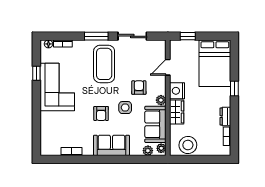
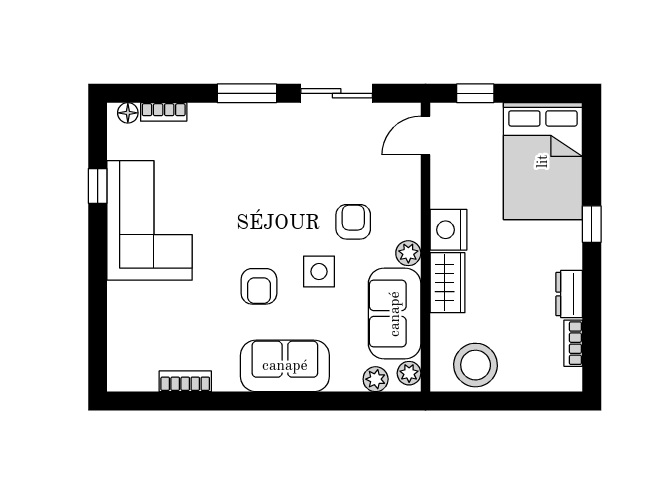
coffee table: (104, 64) -> (266, 163), removed
door: (168, 67) -> (425, 135), moved

